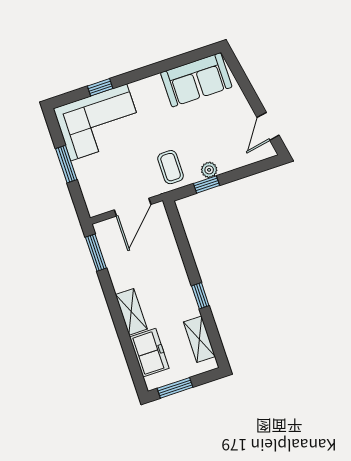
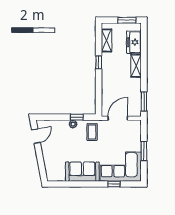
sofa: (196, 80) -> (82, 172), moved

